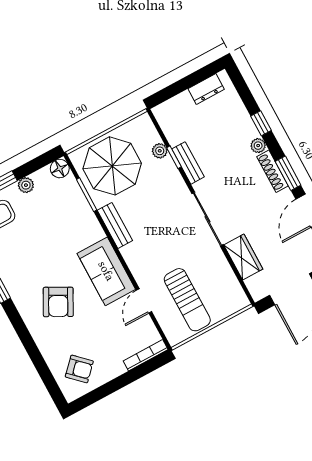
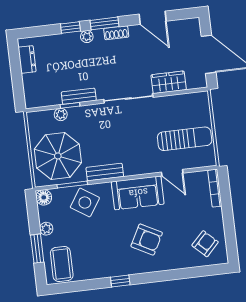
shoe rack: (272, 171) -> (116, 33), width x0.70
window: (288, 173) -> (104, 23), moved
side table: (72, 217) -> (85, 203), added

